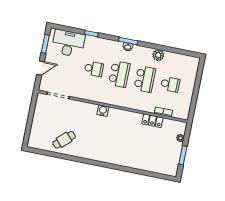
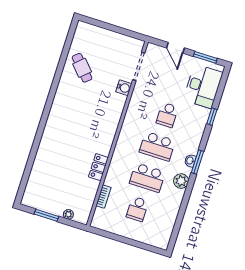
plant: (158, 55) -> (181, 181), moved
water cooler: (103, 111) -> (124, 88), moved
locker: (152, 121) -> (98, 167), moved

